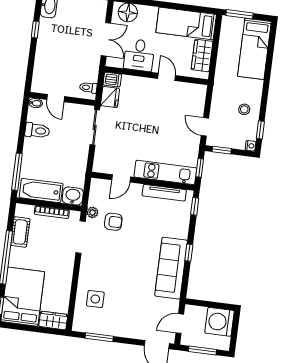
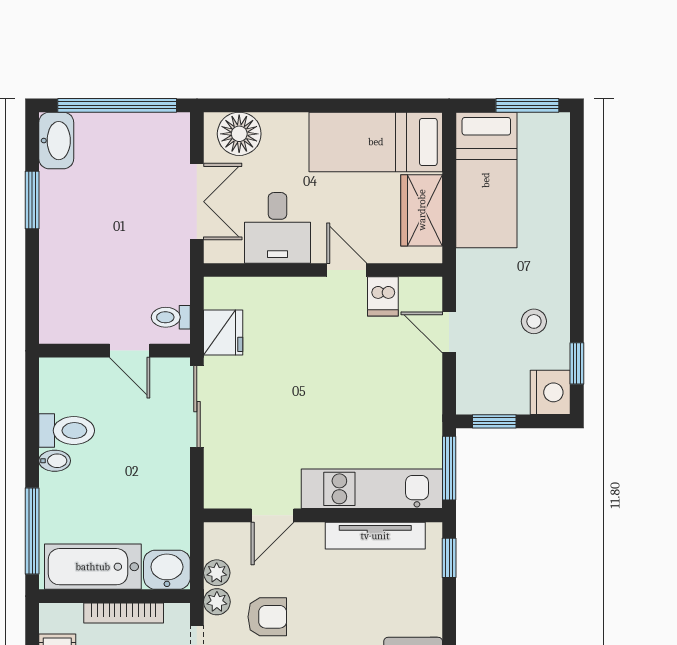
window: (239, 14) -> (527, 105), moved
window: (35, 30) -> (32, 200), width x1.50
bed: (254, 49) -> (486, 180), moved
dishwasher: (112, 80) -> (383, 296), moved, turned 90
door: (56, 98) -> (130, 351), moved
bidet: (36, 103) -> (55, 461), moved
door: (205, 127) -> (449, 332), moved
nightstand: (251, 146) -> (550, 392), width x1.89, depth x1.79
window: (200, 168) -> (449, 468), width x1.50
plant: (94, 200) -> (217, 573), added

